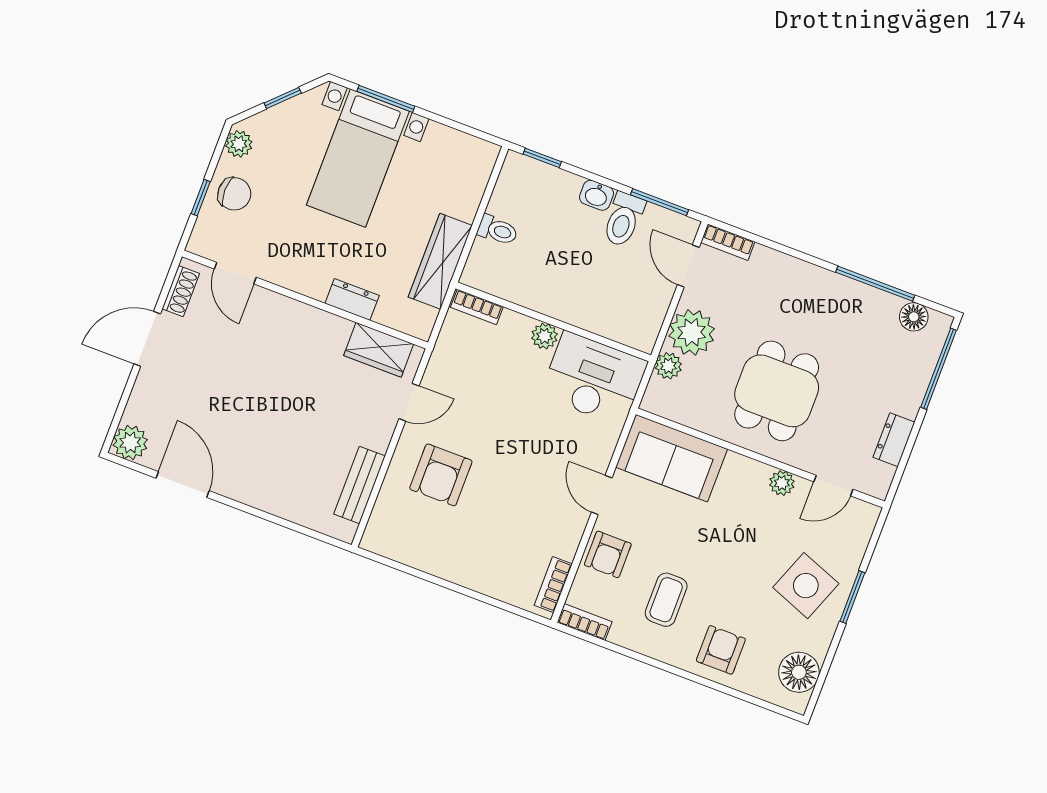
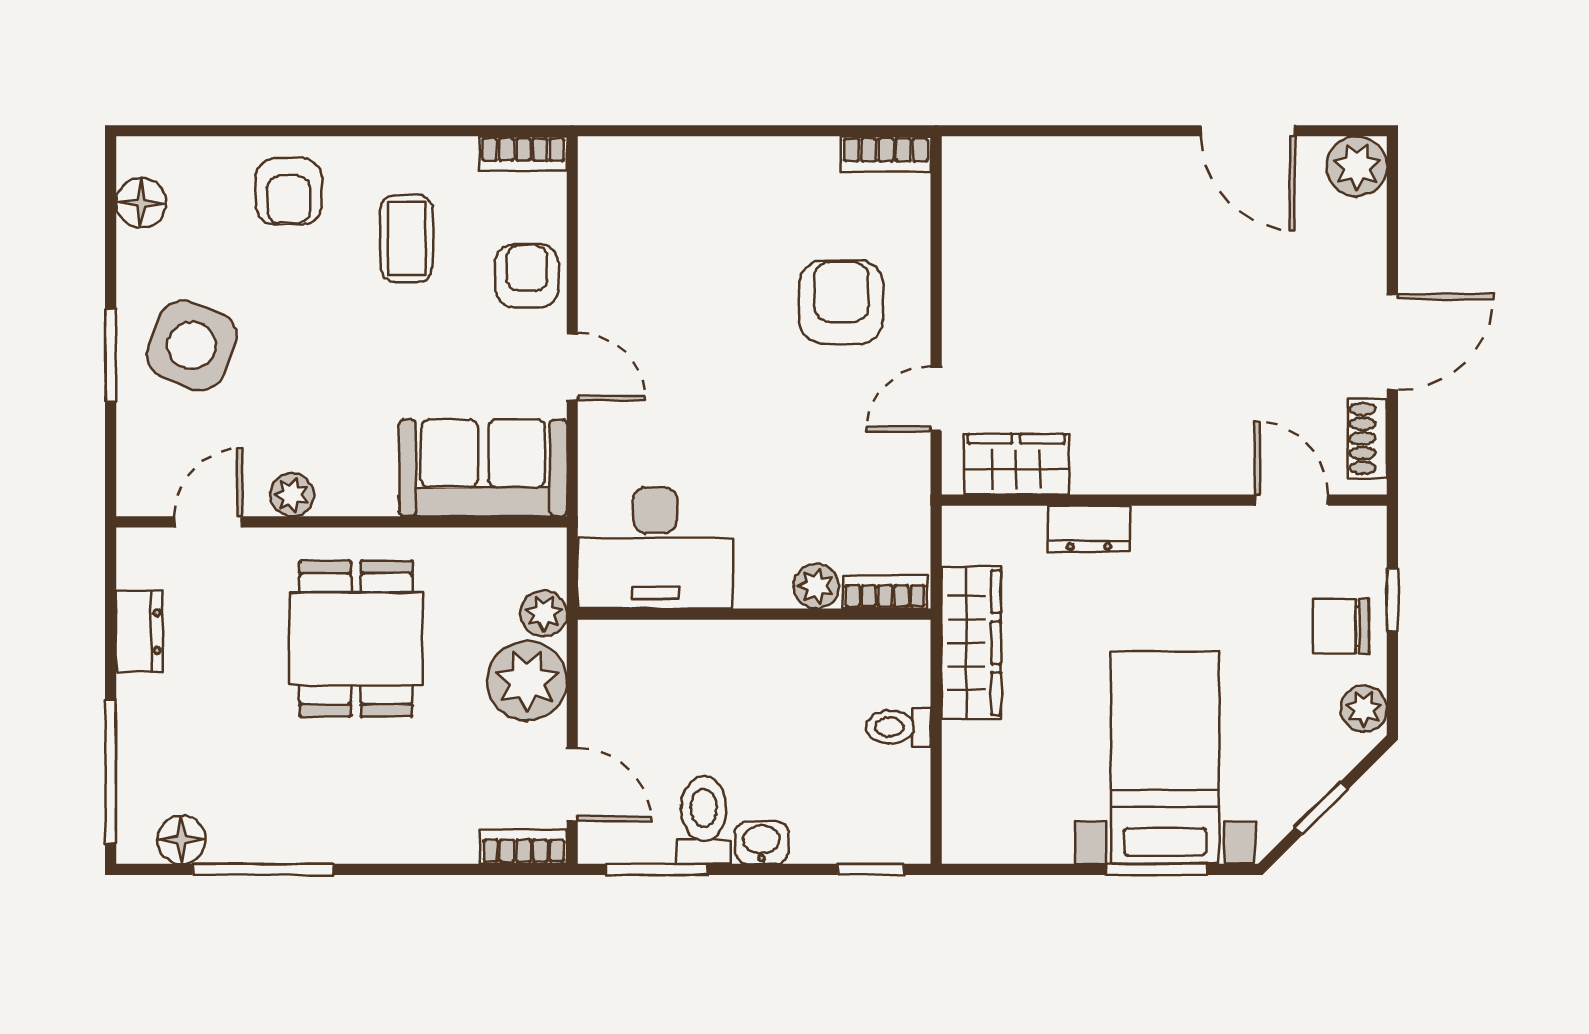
plant: (544, 336) -> (816, 586), moved
bench: (359, 485) -> (965, 237), removed
bookcase: (553, 585) -> (886, 154), moved, turned 90
floor lamp: (799, 672) -> (141, 203), width x0.73, depth x0.73

